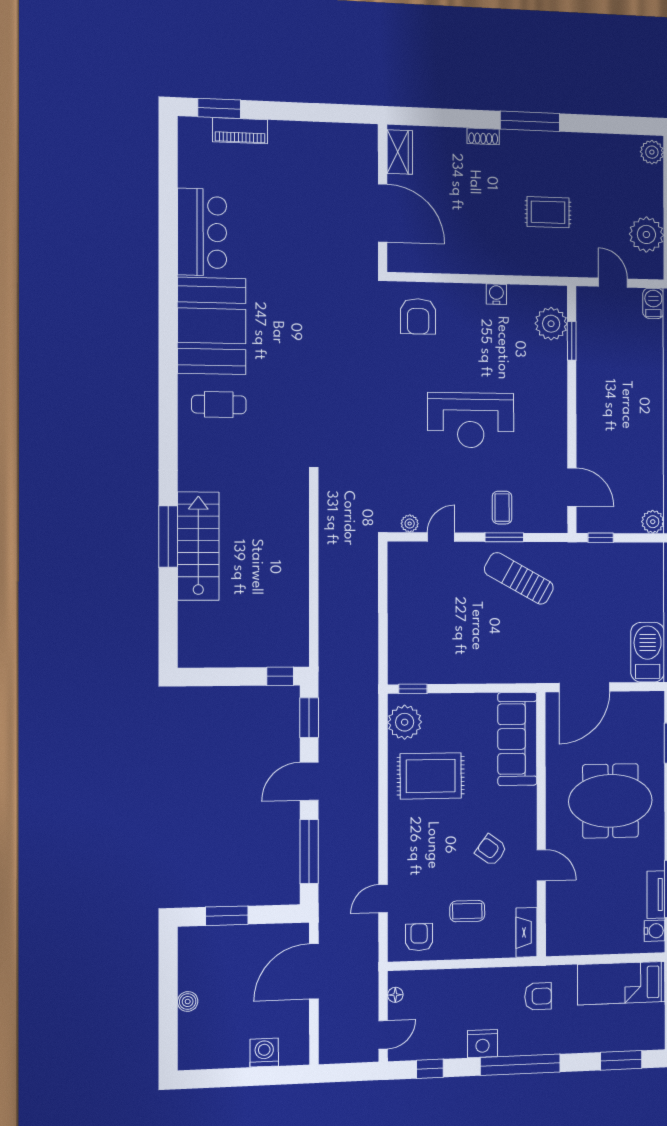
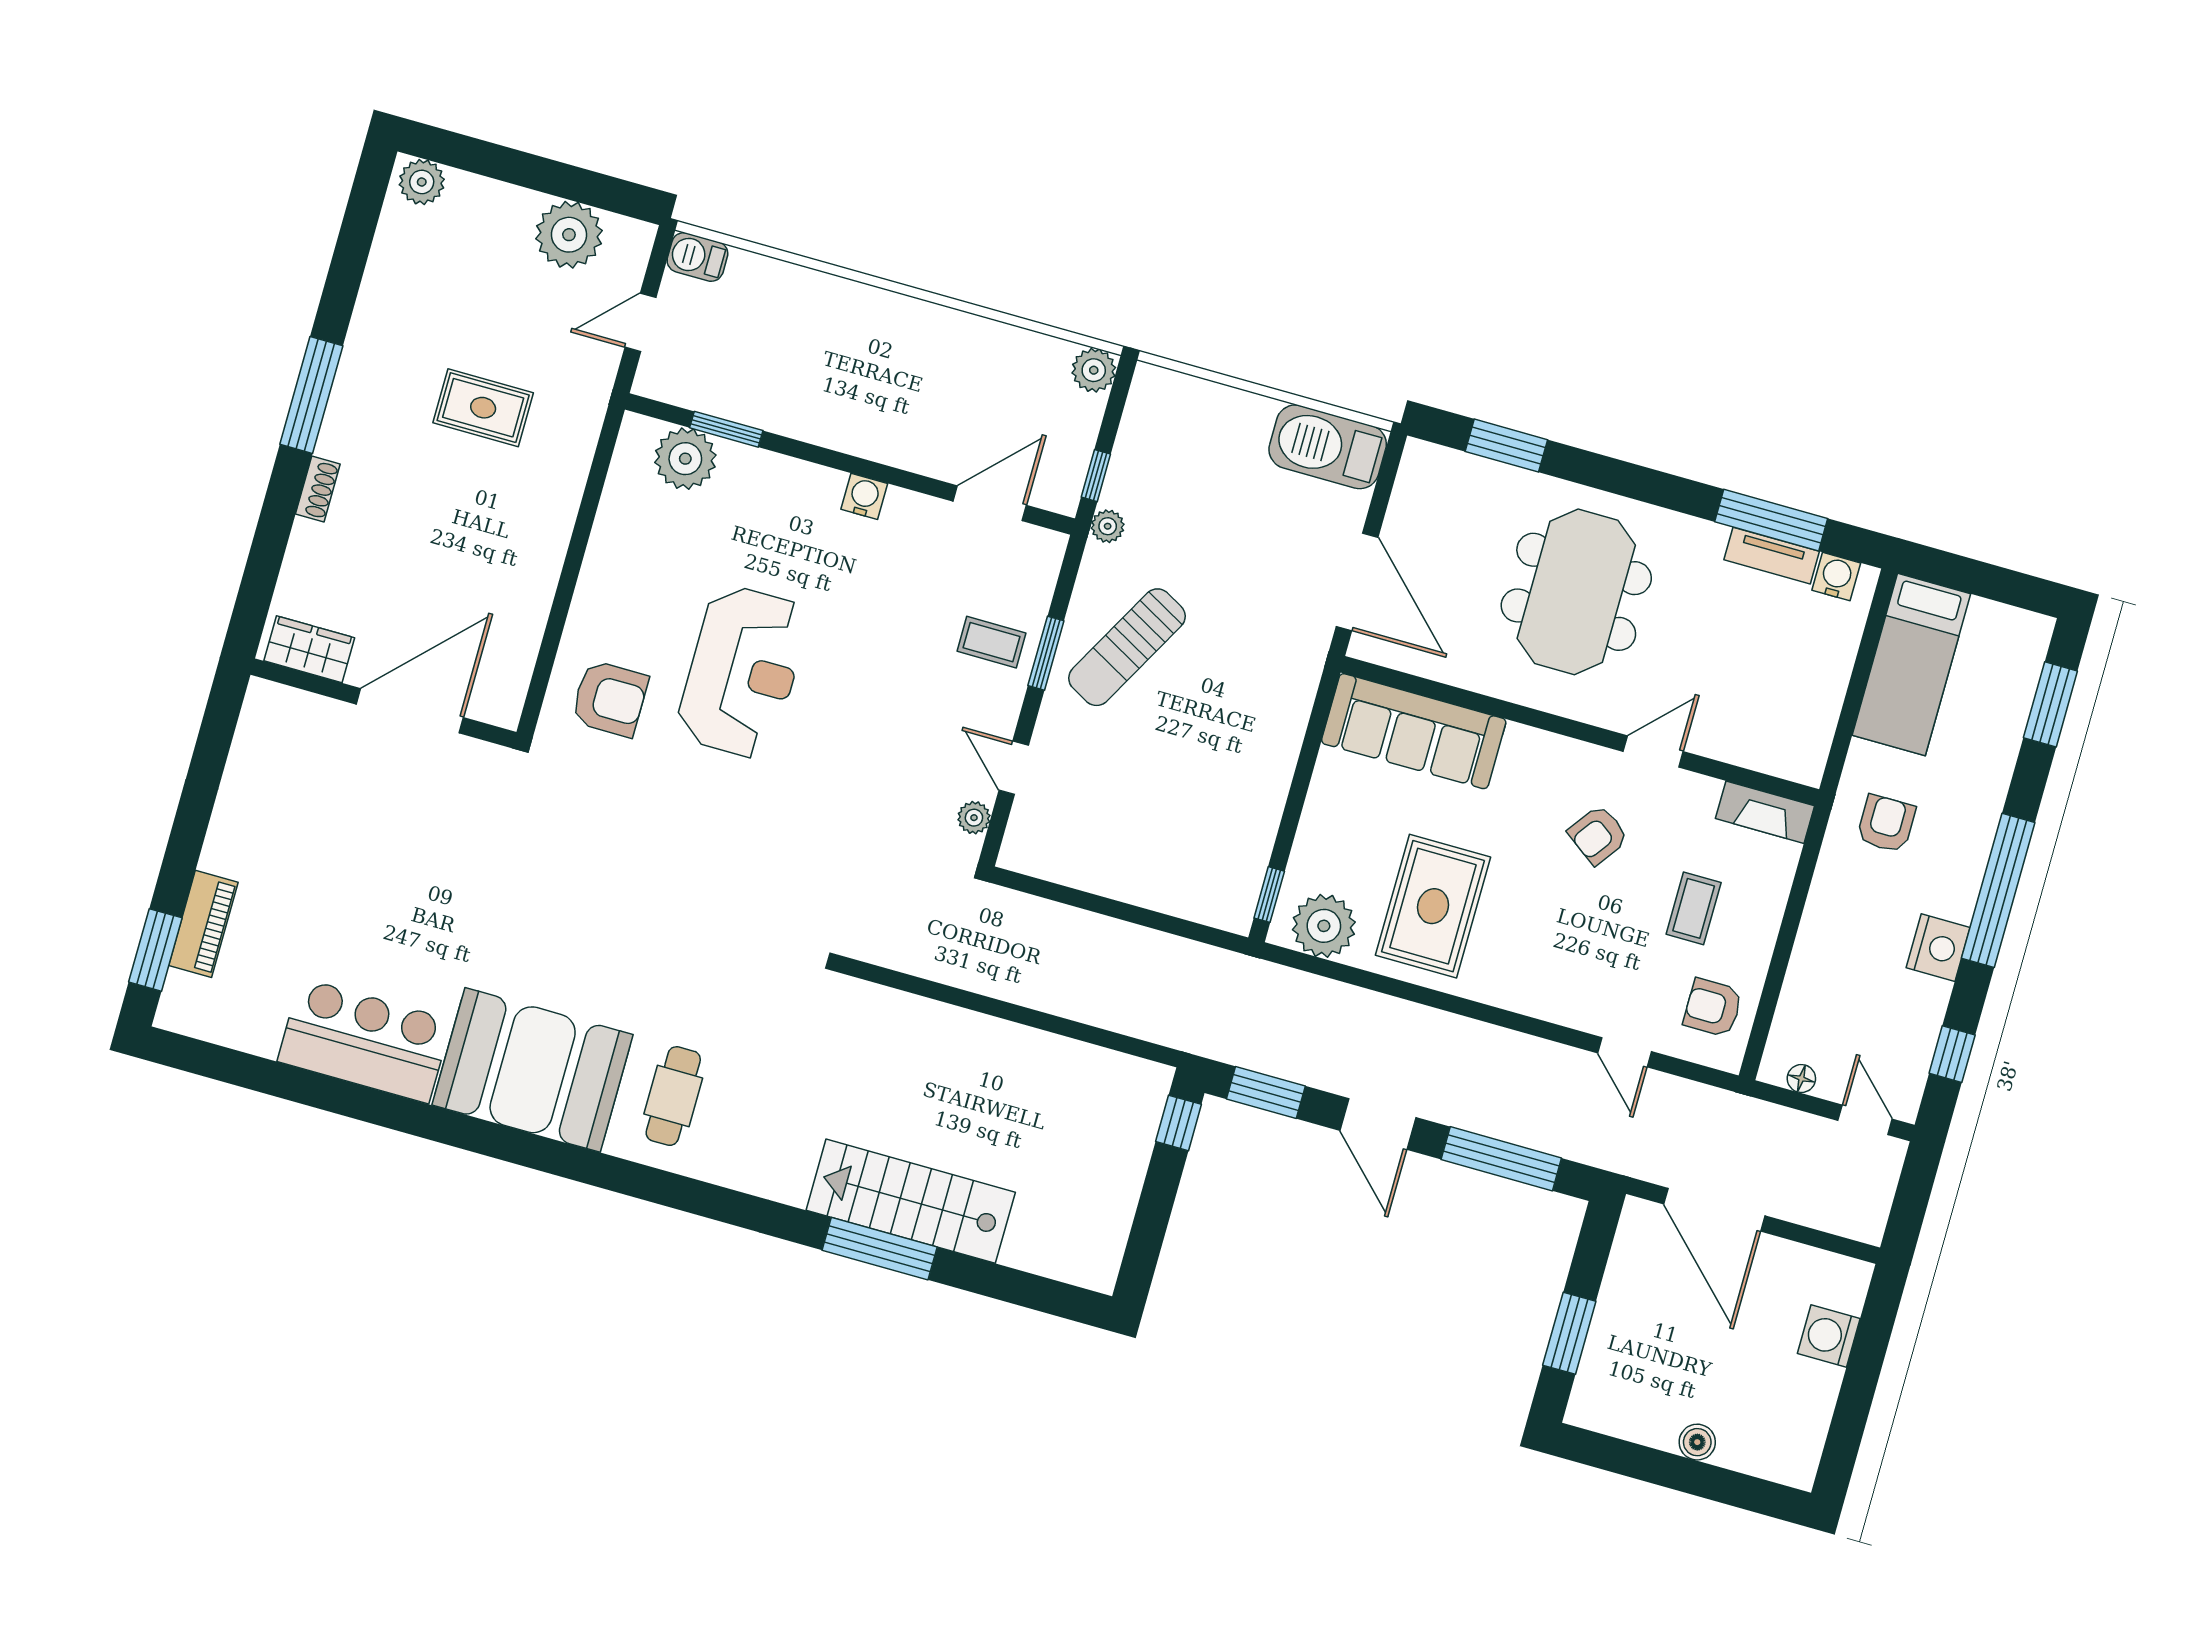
rug: (548, 212) -> (483, 408), turned 90
water cooler: (496, 294) -> (864, 496), moved, turned 90
reception desk: (471, 420) -> (743, 672), moved
plant: (577, 551) -> (1108, 526), added

